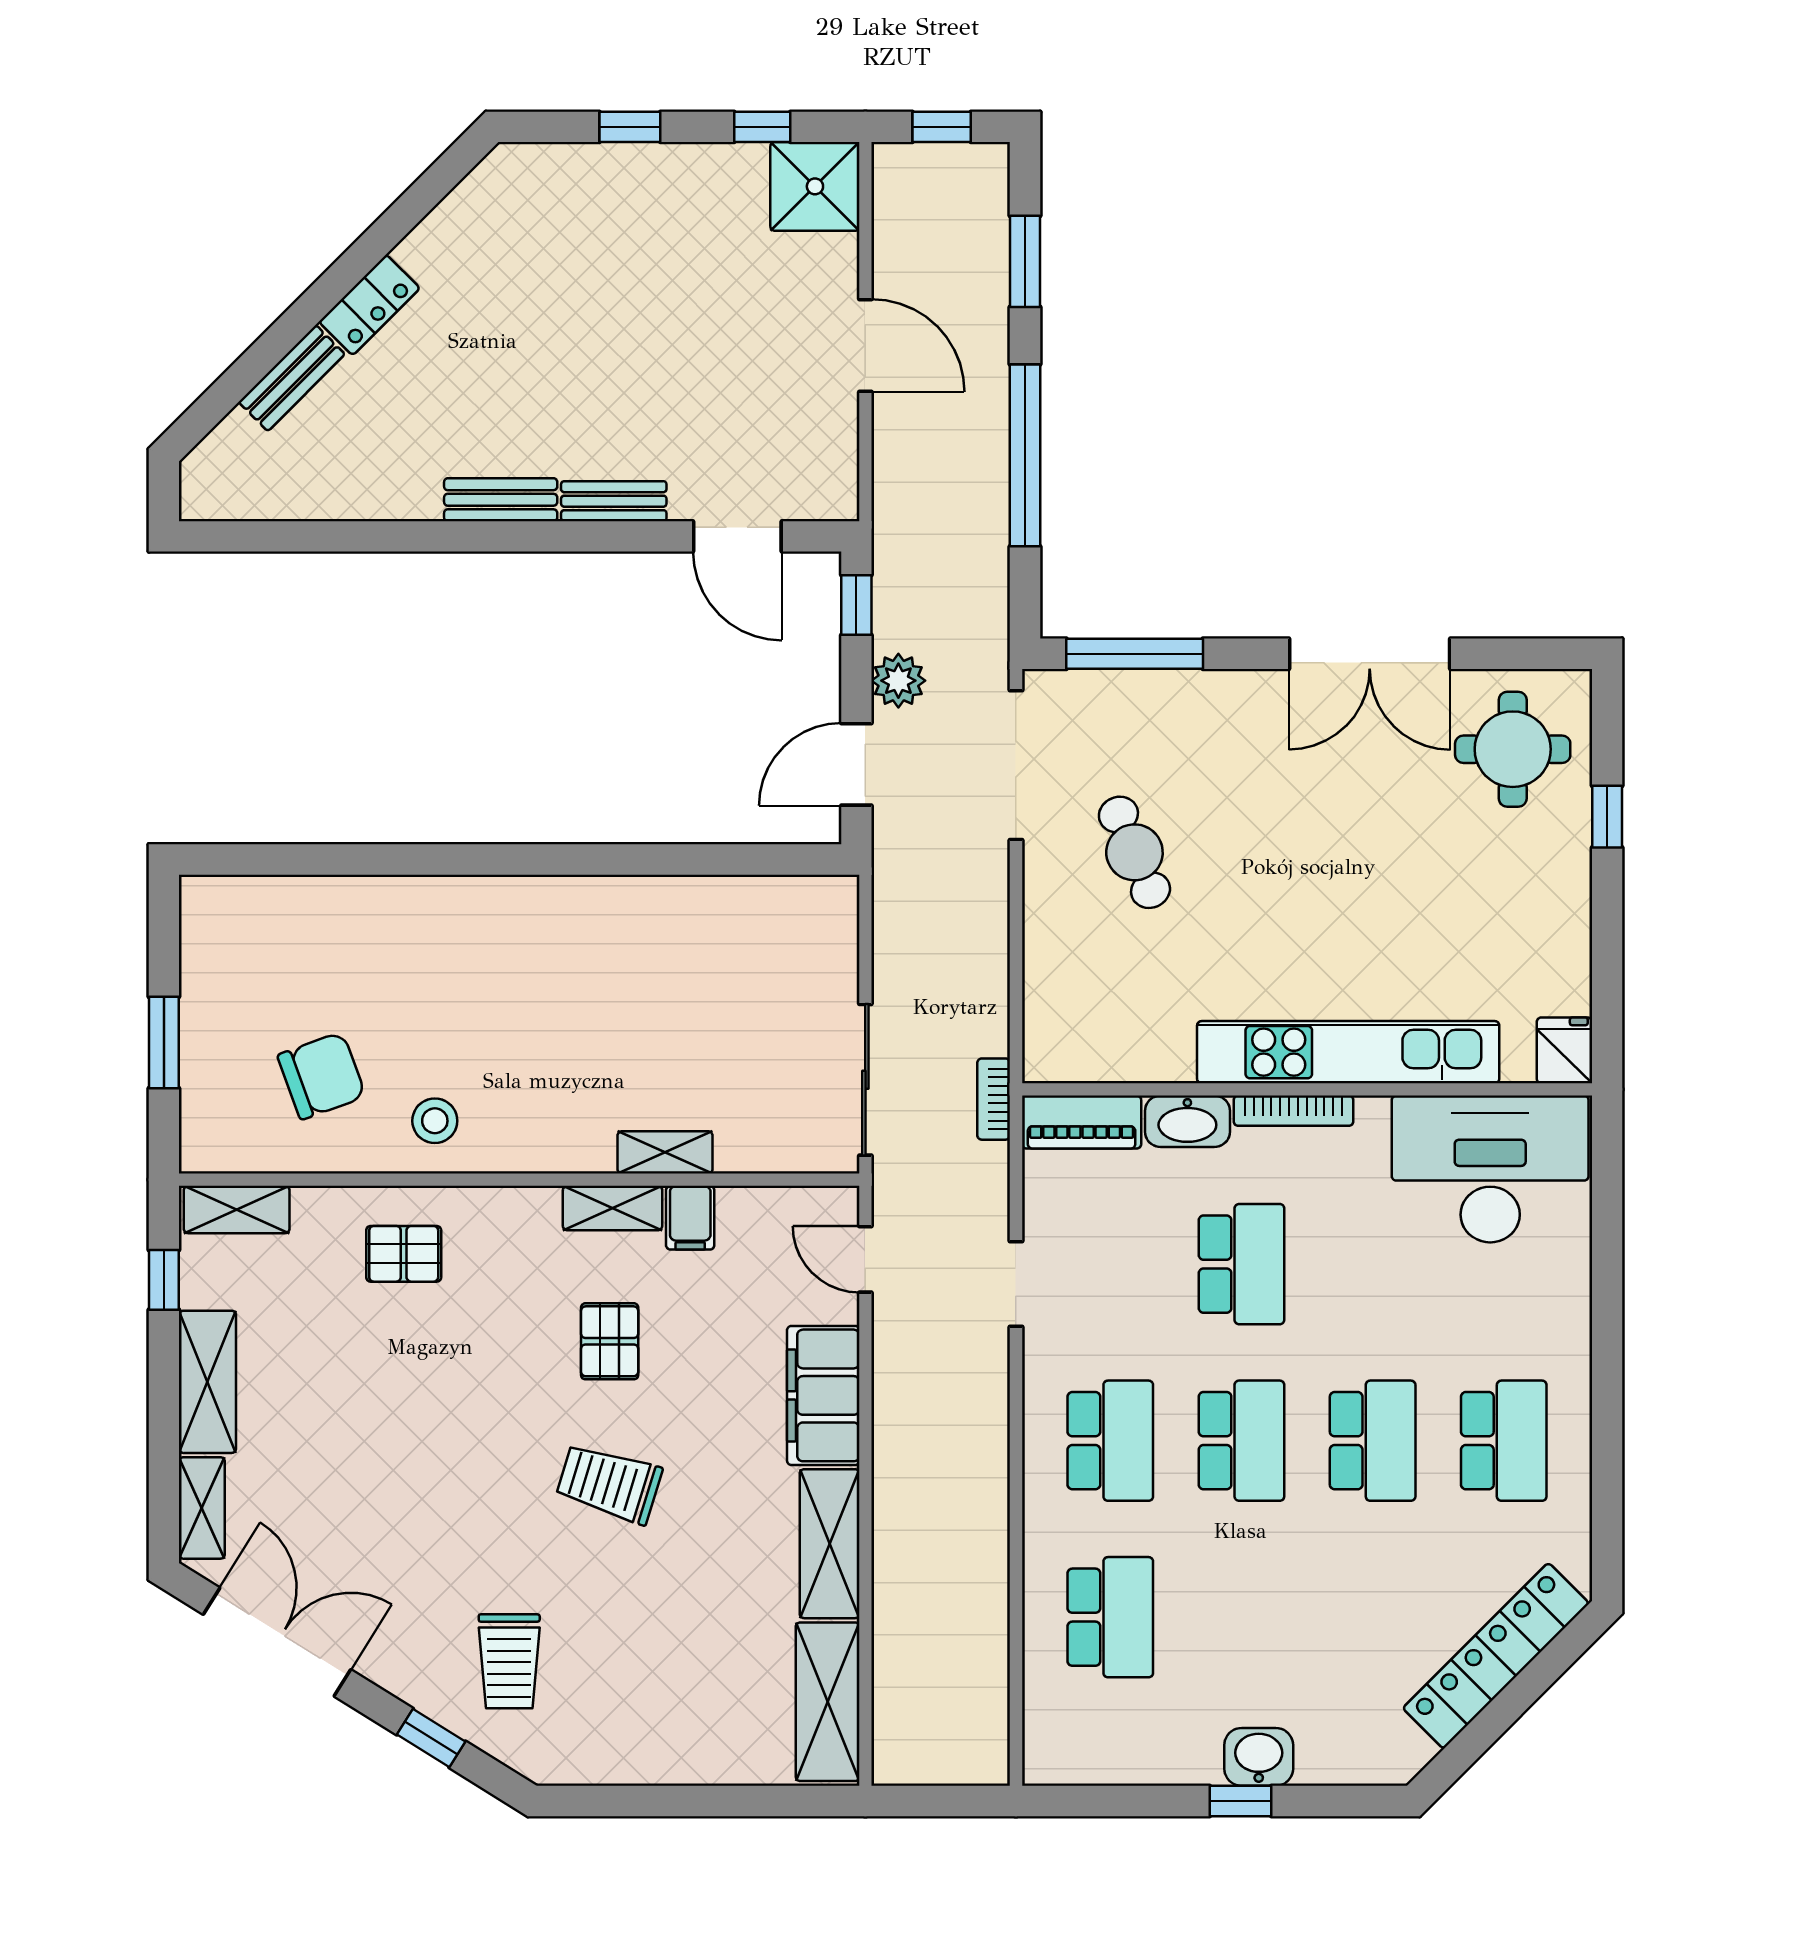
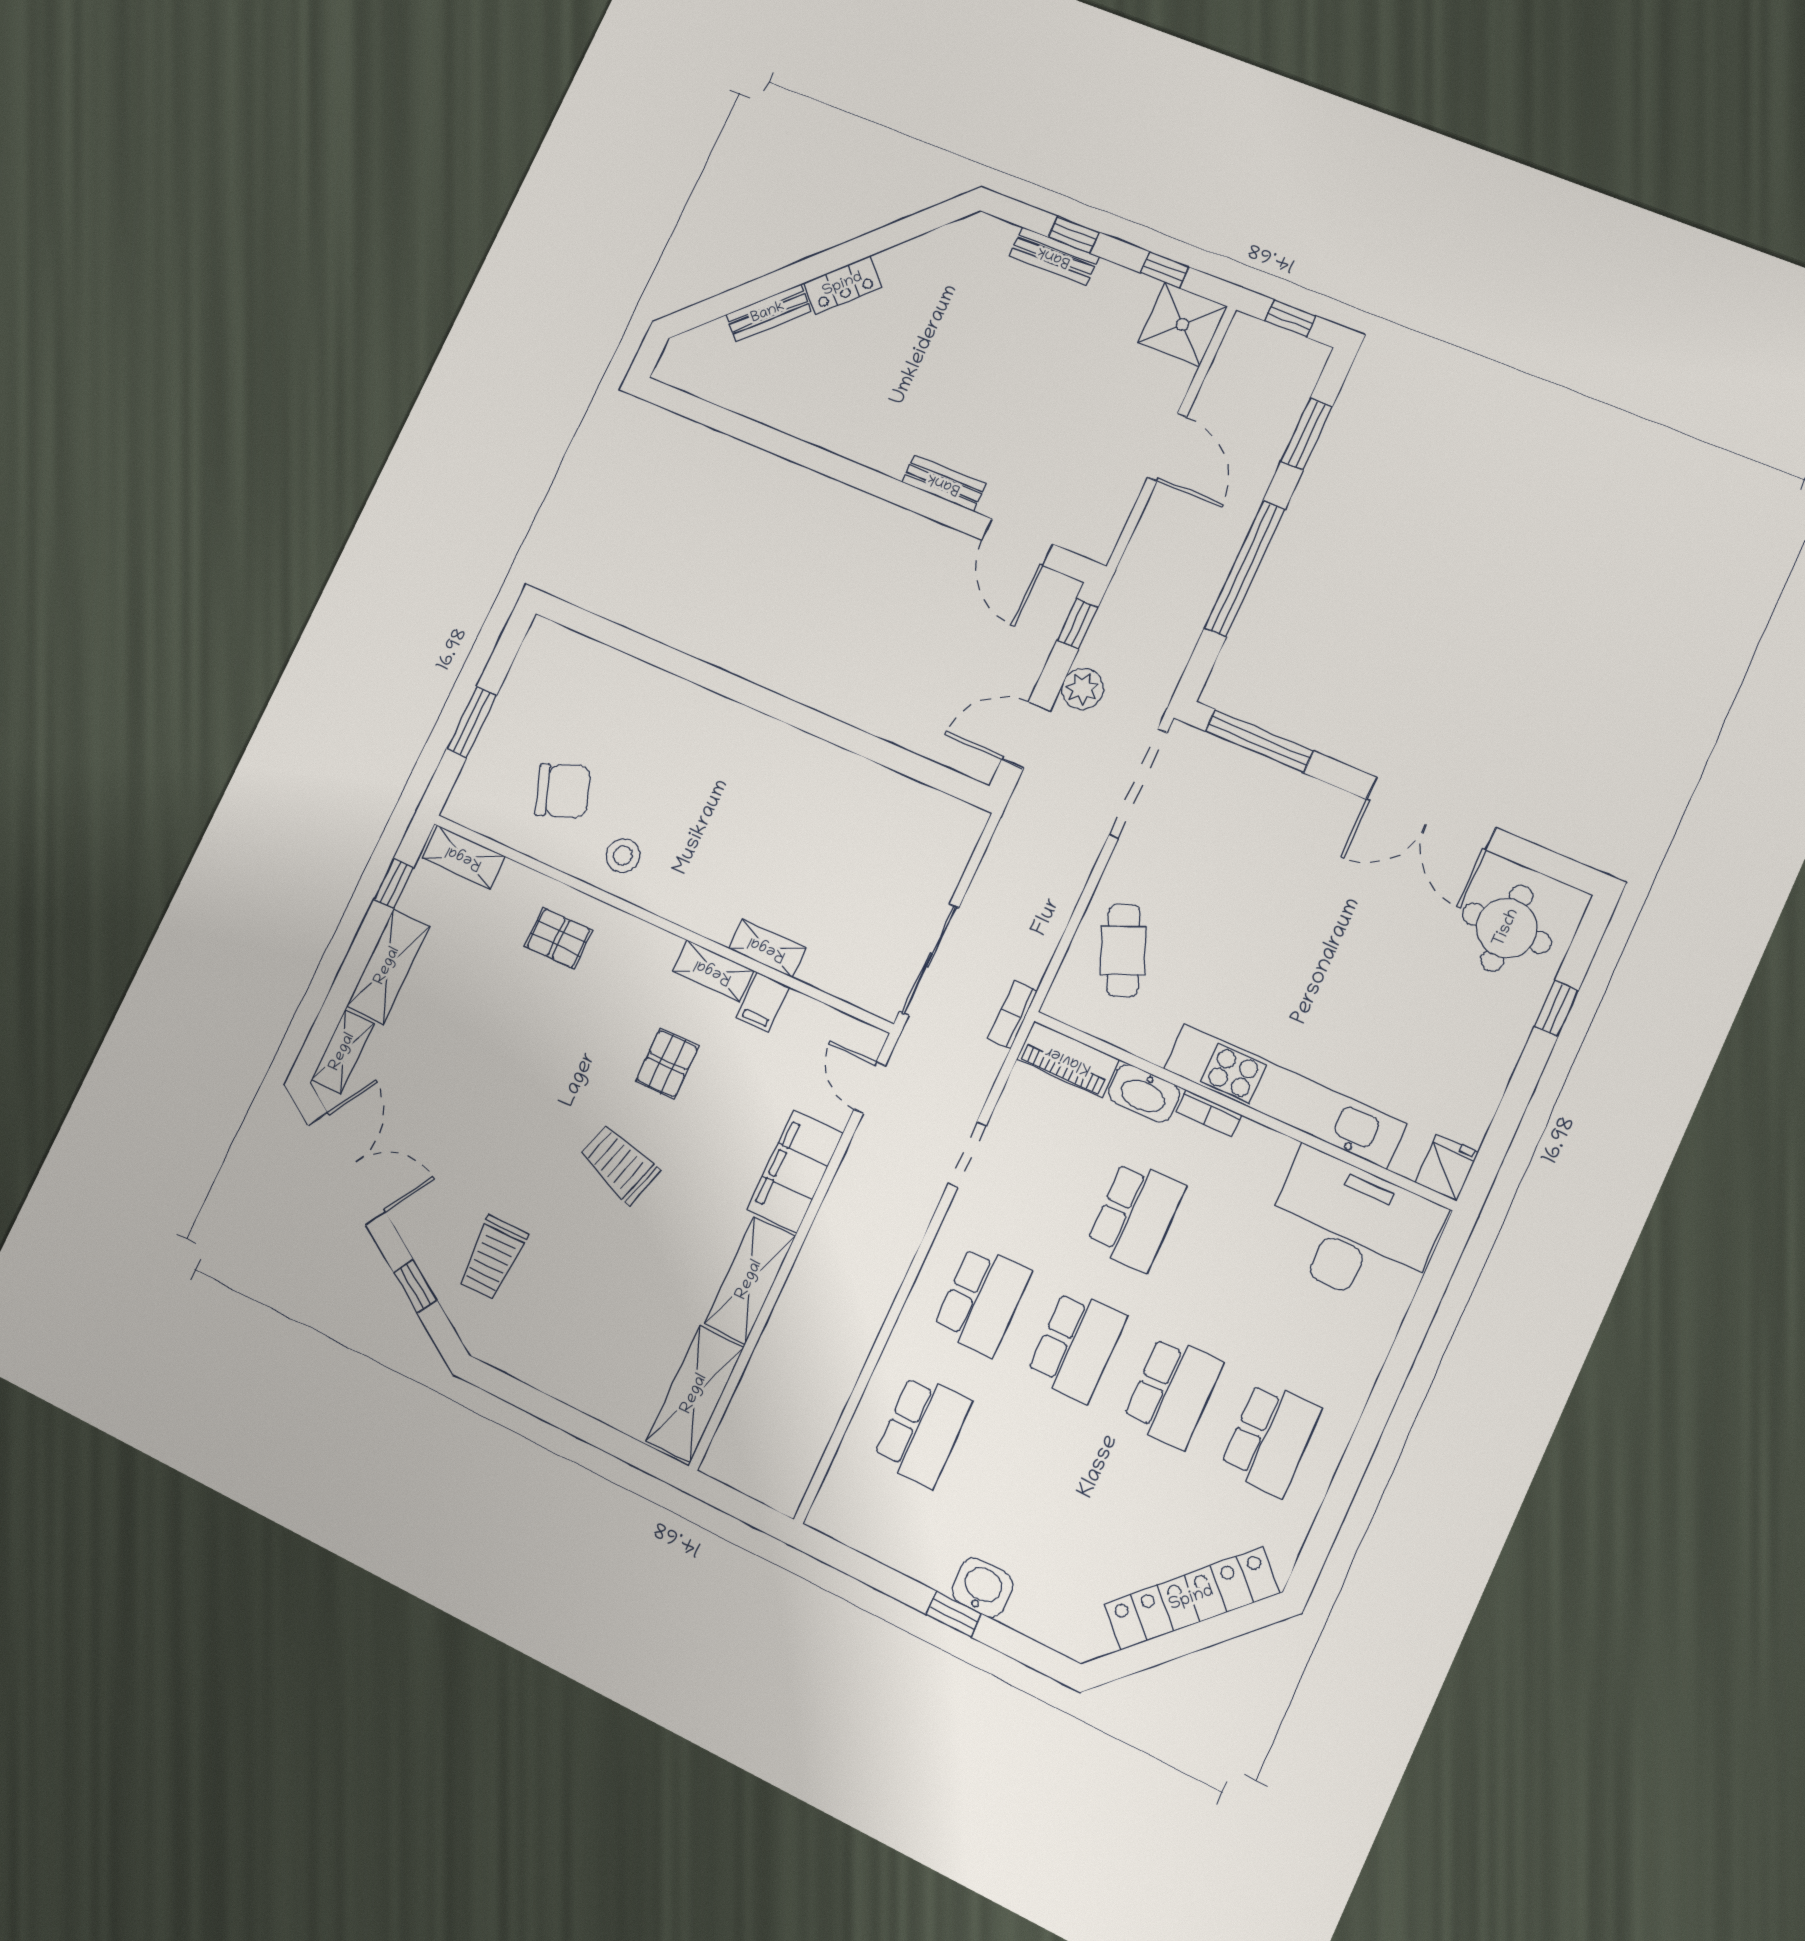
bench: (501, 500) -> (1054, 256), moved
cafe table: (1134, 852) -> (1123, 950), moved
bookcase: (1293, 1111) -> (1209, 1113), width x0.64

